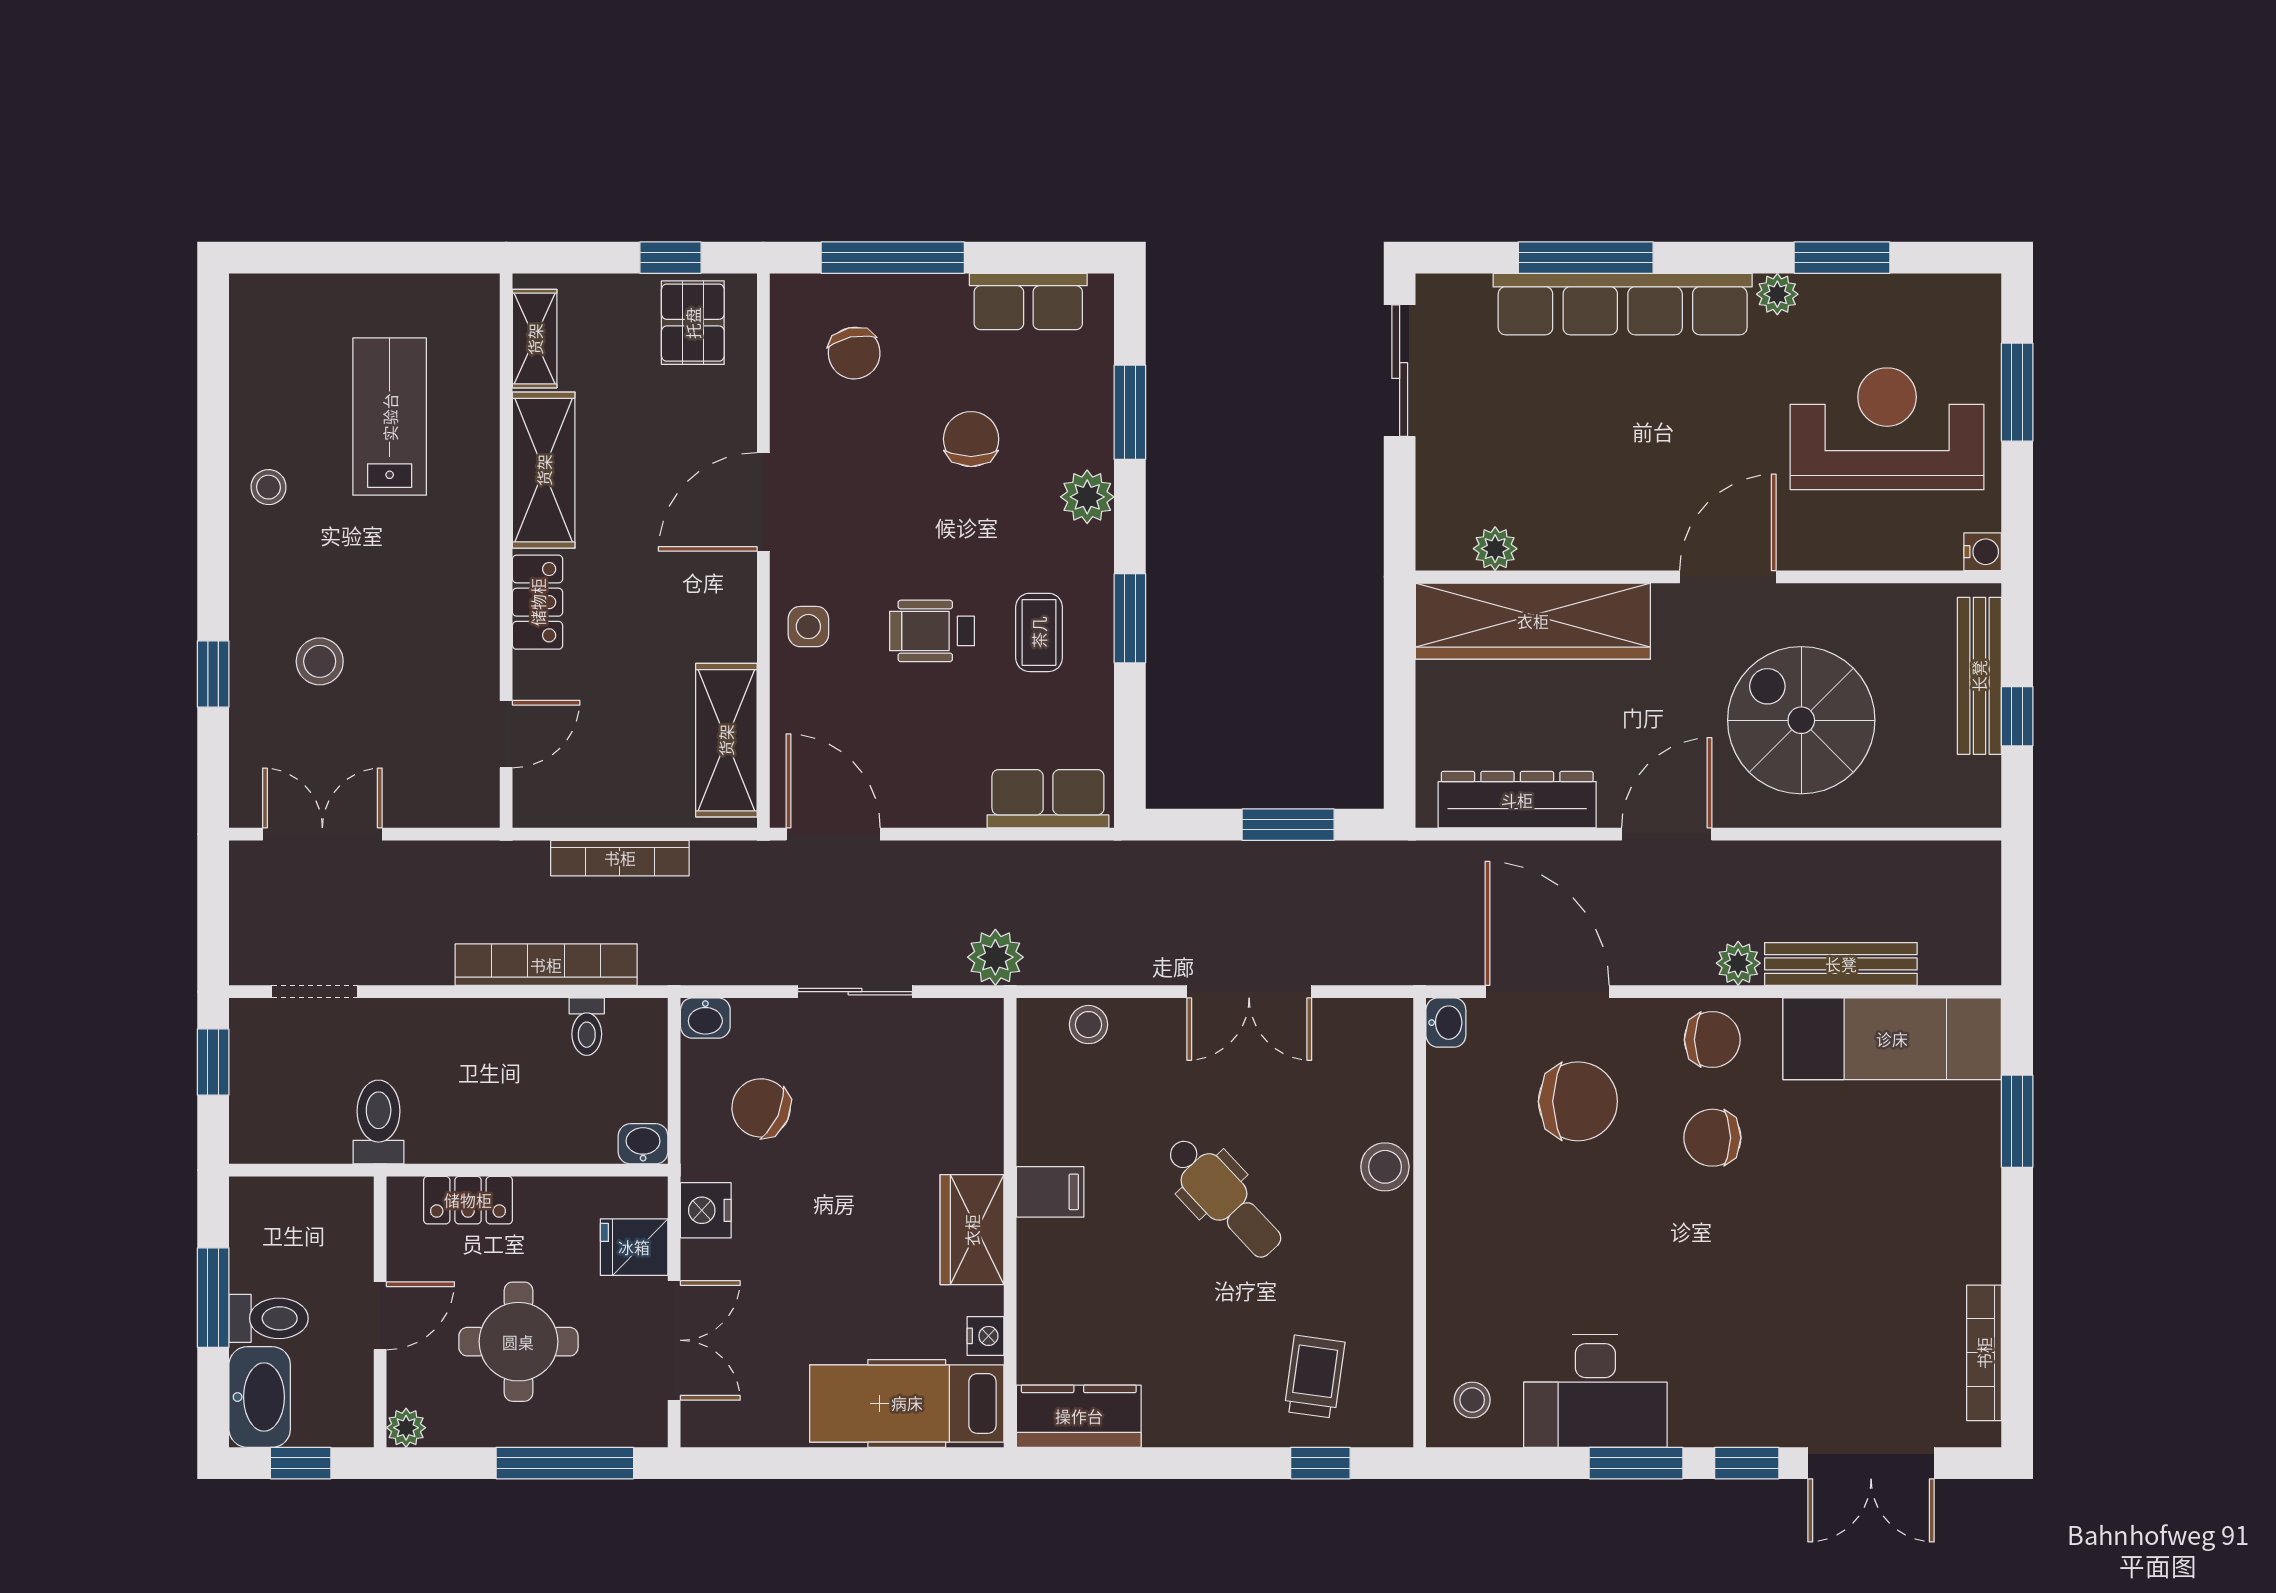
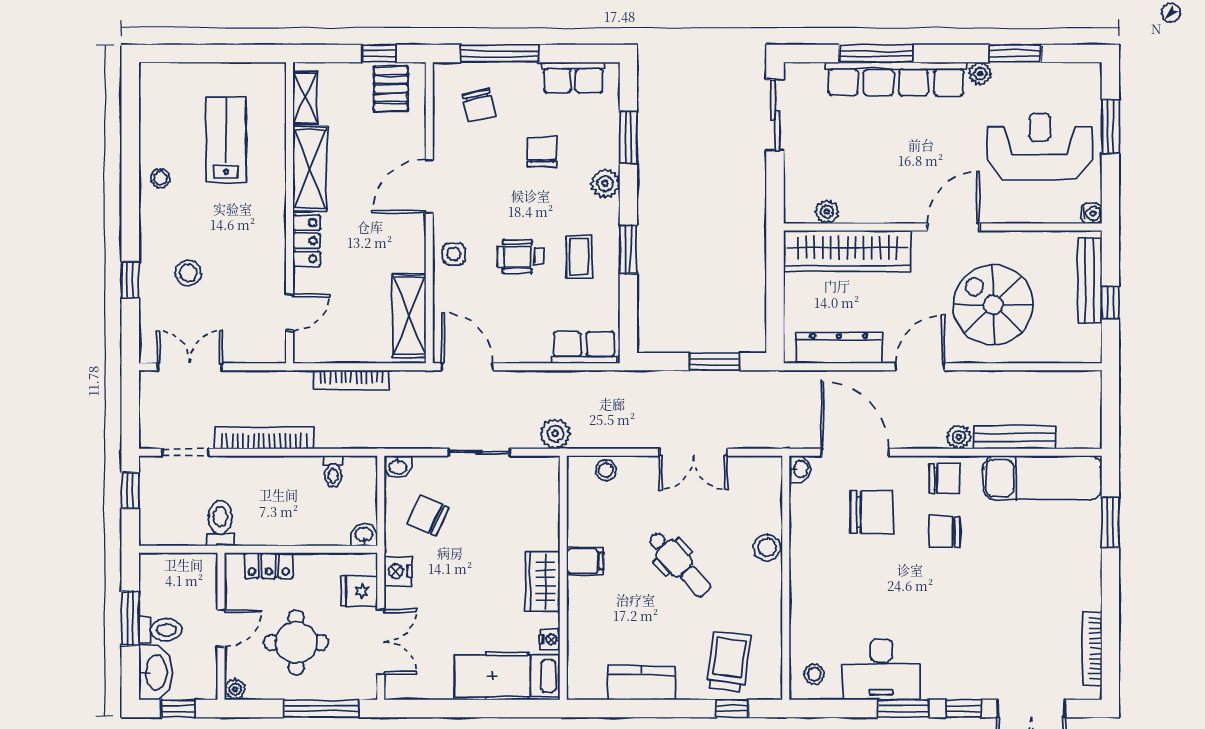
bookcase: (546, 965) -> (264, 438), moved
trolley: (1314, 1377) -> (729, 662), width x1.36, depth x1.39
kitchen counter: (1079, 1416) -> (641, 683), moved

